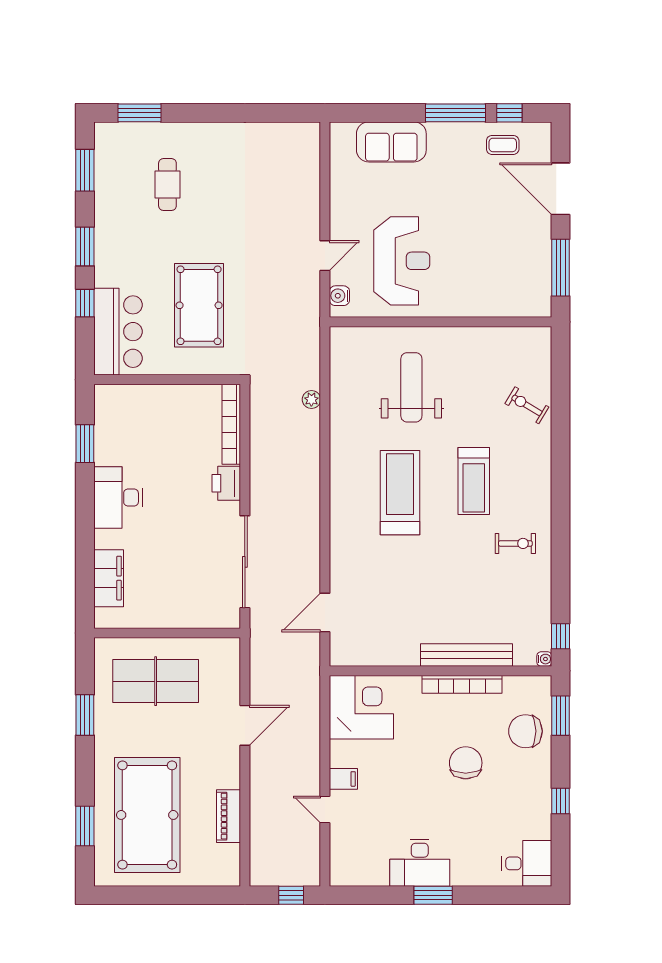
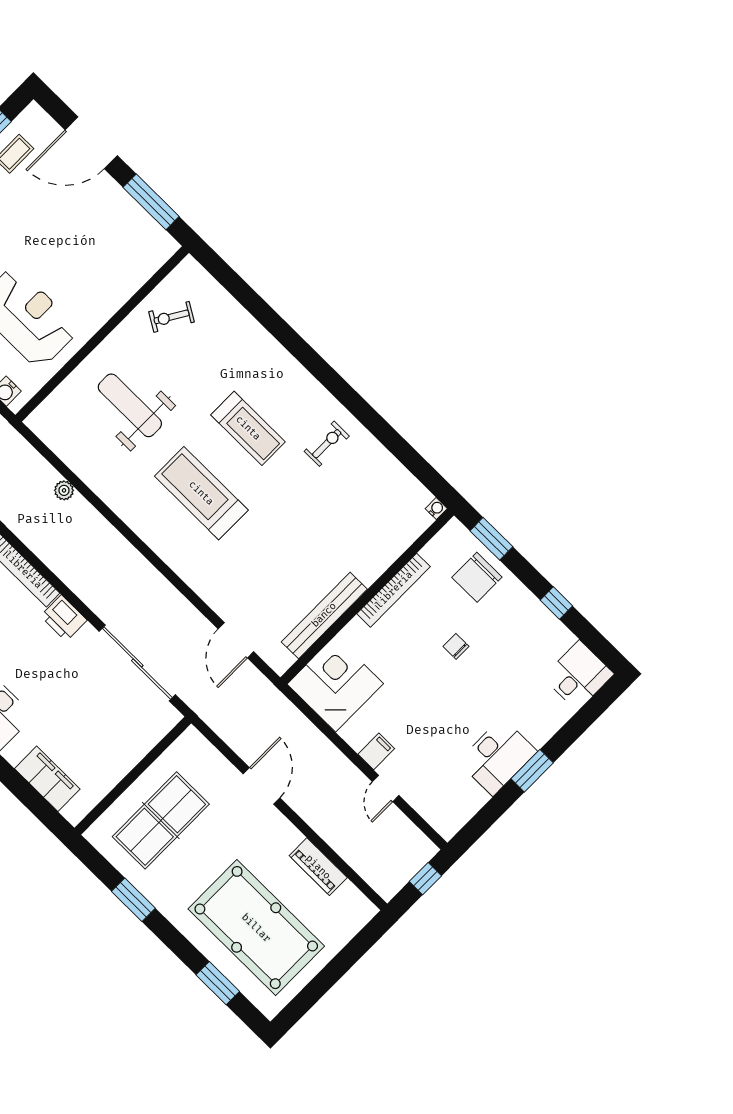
exercise bike: (527, 405) -> (171, 317), moved
window: (561, 636) -> (431, 479), removed
bench: (466, 655) -> (324, 615), moved
chair: (466, 763) -> (456, 646), width x0.54, depth x0.54
door: (325, 810) -> (386, 788), hinge flipped

